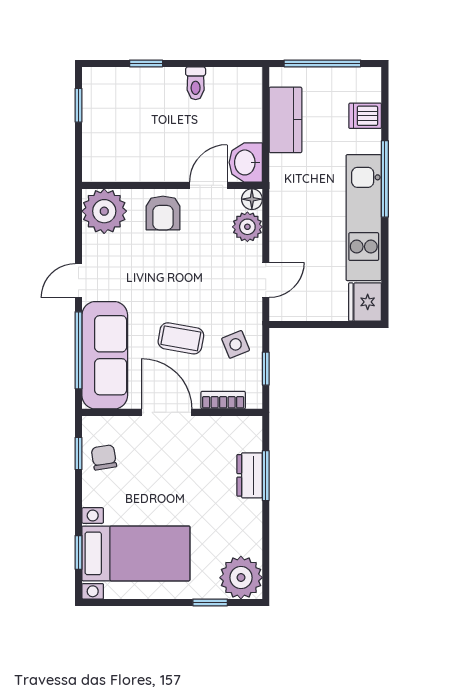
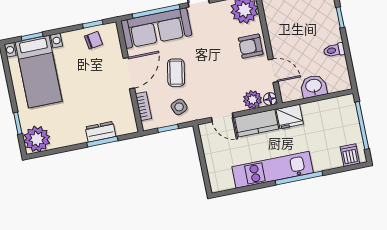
dishwasher: (365, 116) -> (350, 155), moved
kitchen counter: (285, 120) -> (257, 123), moved
washbasin: (246, 162) -> (314, 86), moved
fridge: (365, 302) -> (290, 117), moved, turned 180

